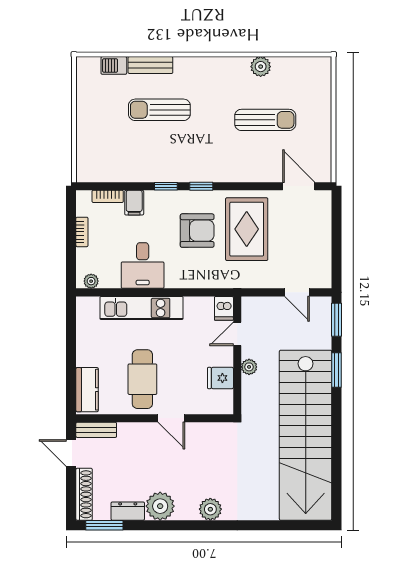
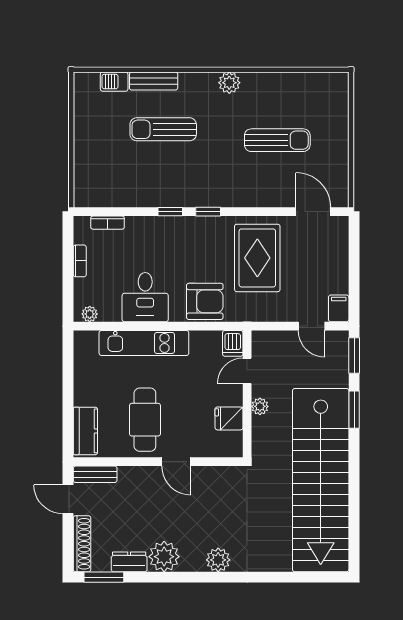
plant: (261, 67) -> (229, 83), moved
filing cabinet: (134, 203) -> (339, 308), moved, turned 180
armchair: (197, 231) -> (205, 301), moved

